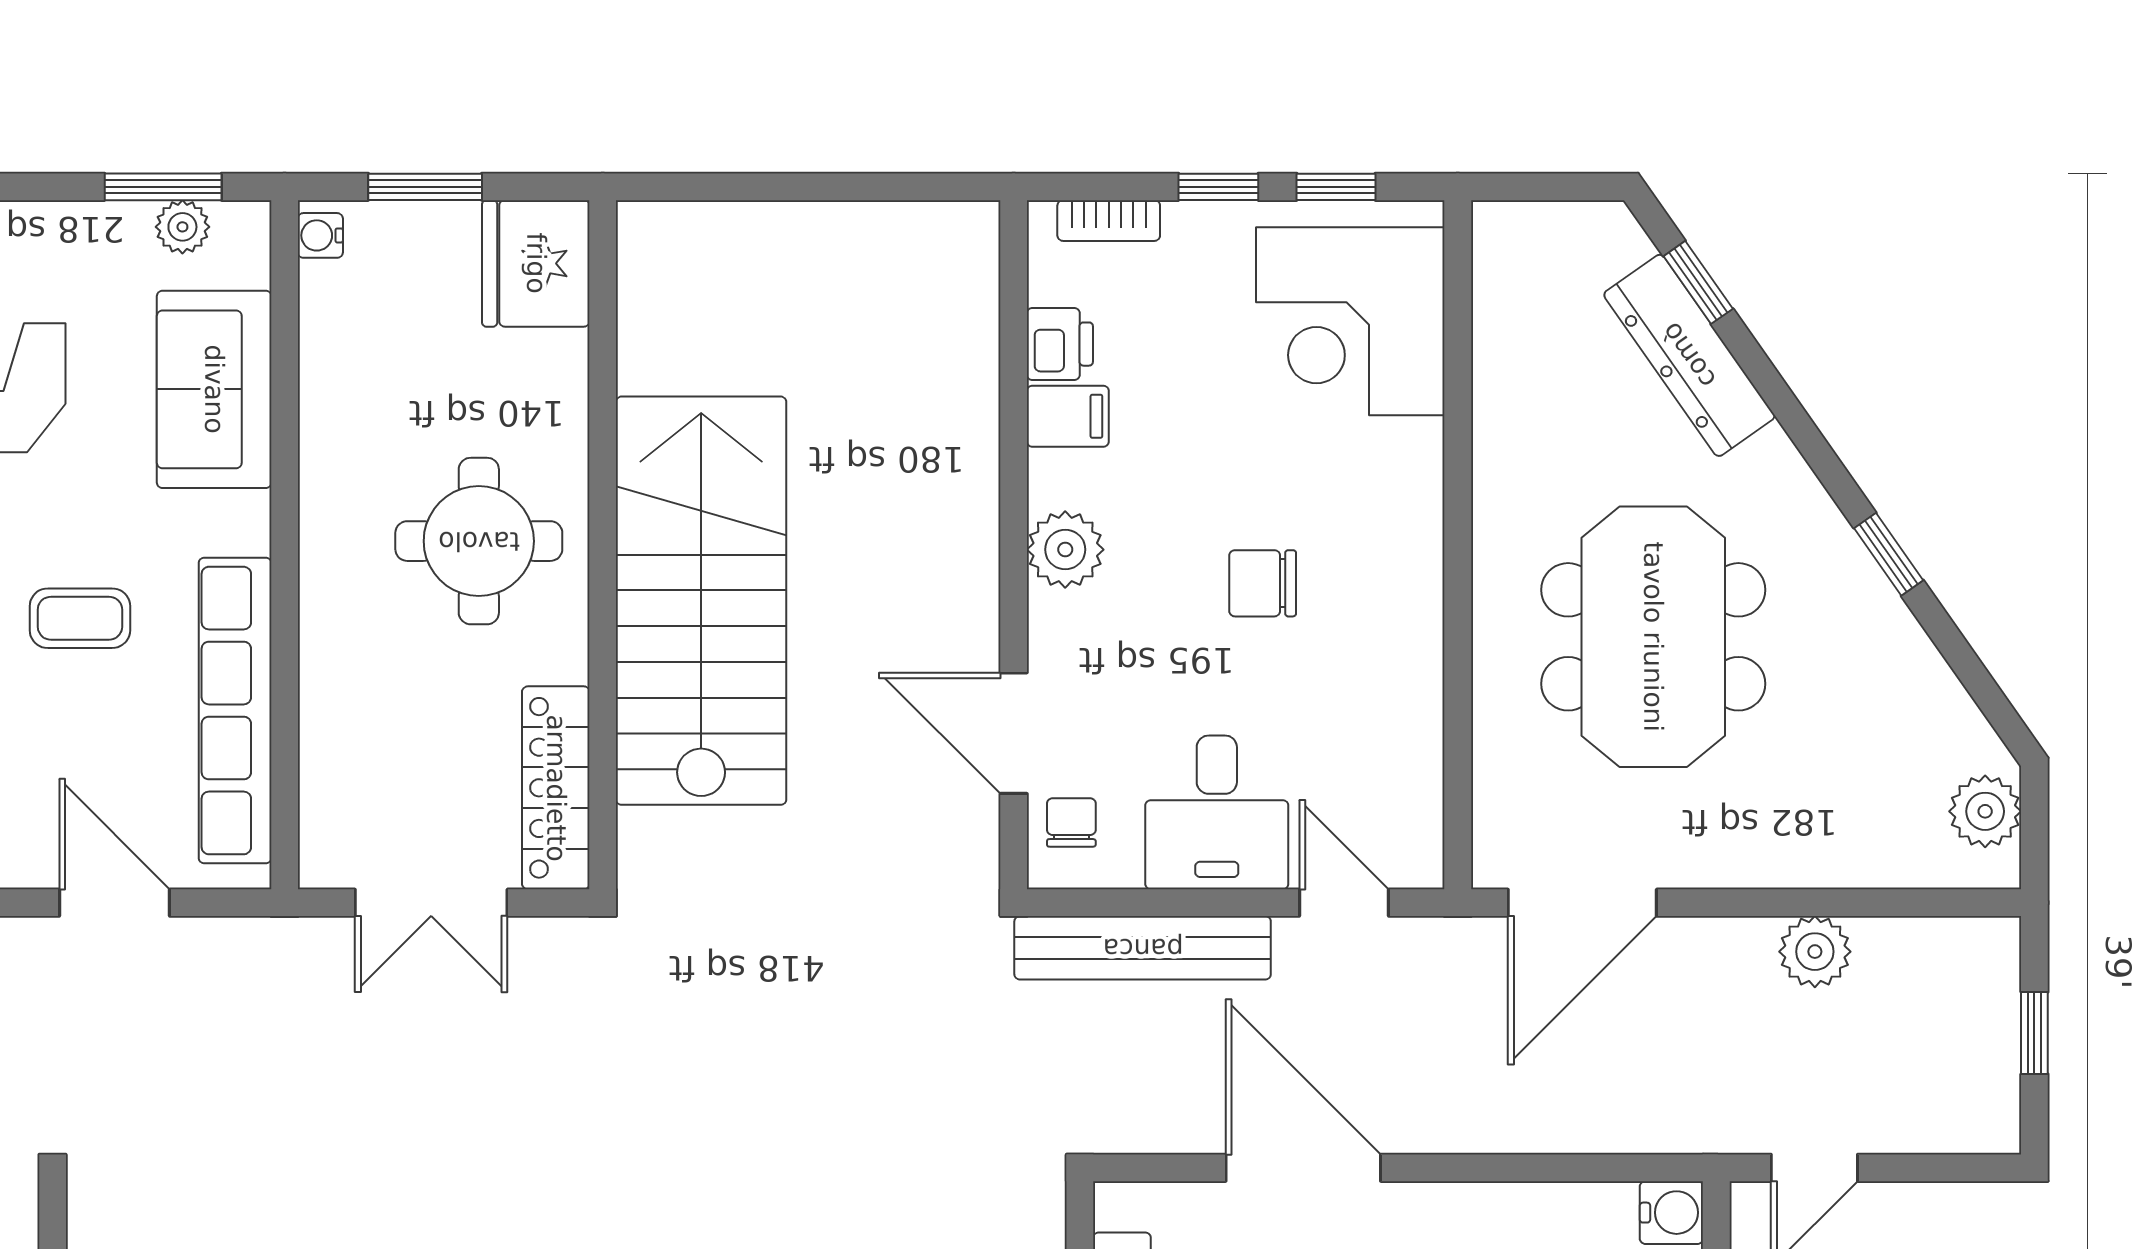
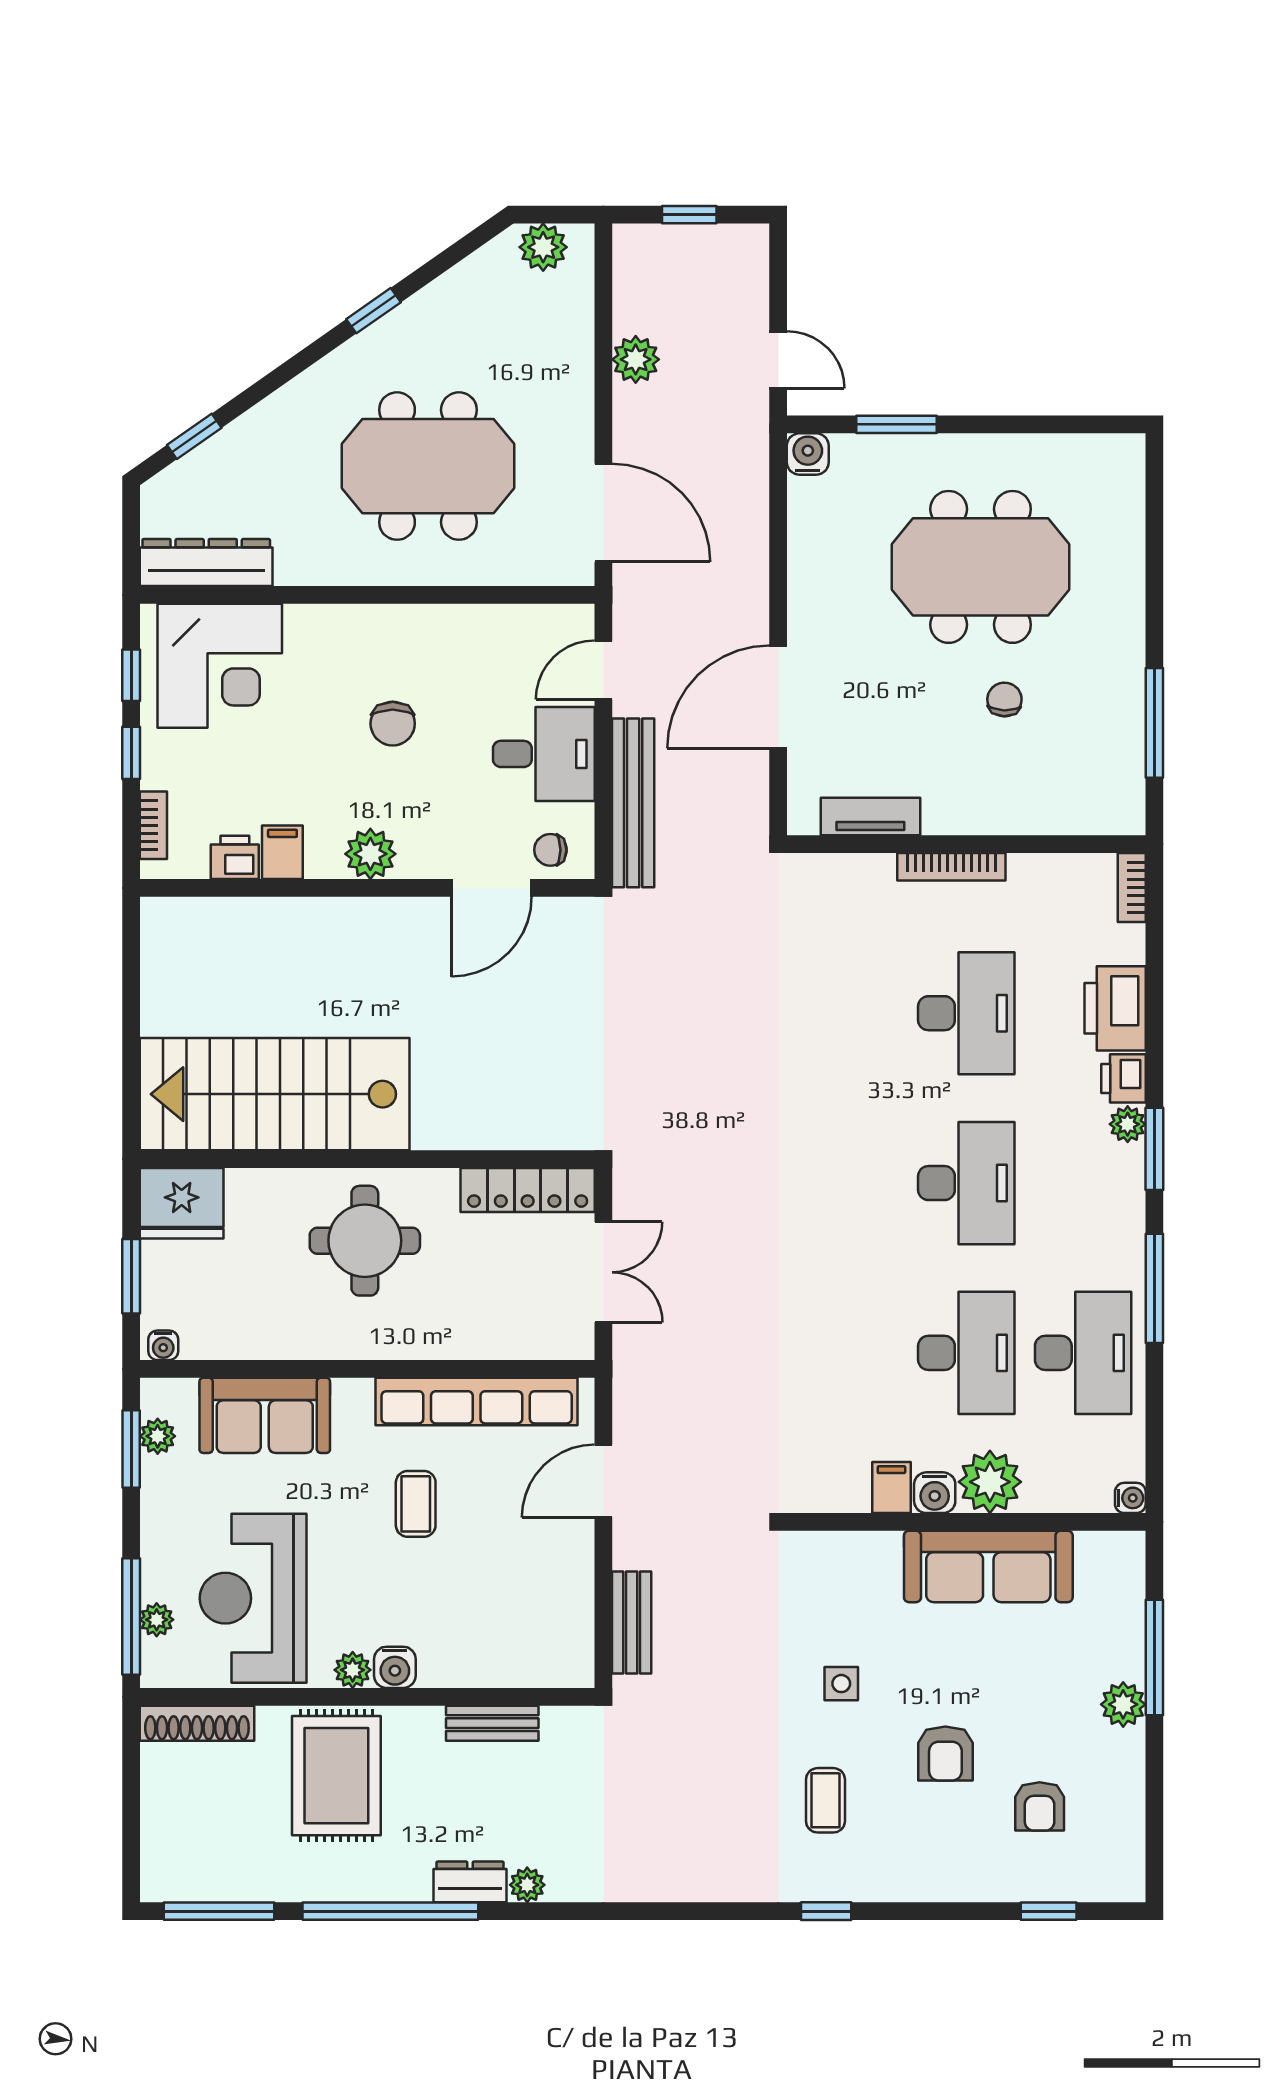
dresser: (1689, 355) -> (206, 563), moved, turned -145
stairs: (701, 601) -> (275, 1094), moved

